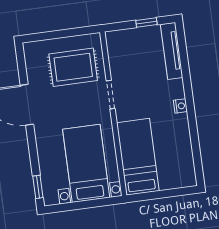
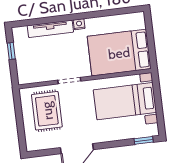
tv unit: (172, 51) -> (50, 29), moved
bed: (138, 157) -> (119, 53), width x1.50

